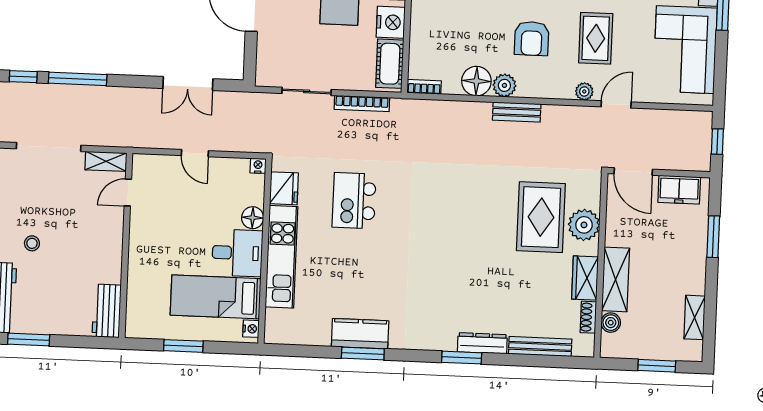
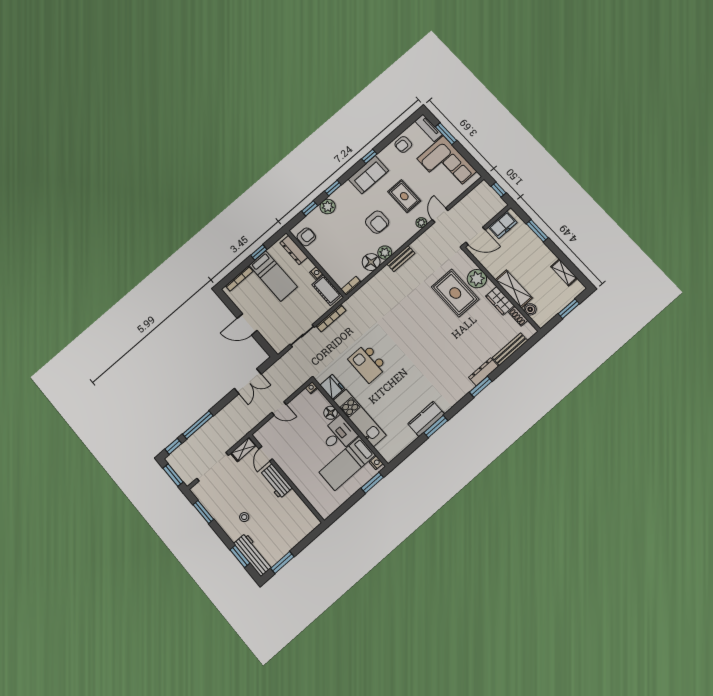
nightstand: (391, 22) -> (316, 273), width x0.53, depth x0.56
workbench: (107, 311) -> (276, 481), moved
window: (183, 346) -> (372, 483), moved

